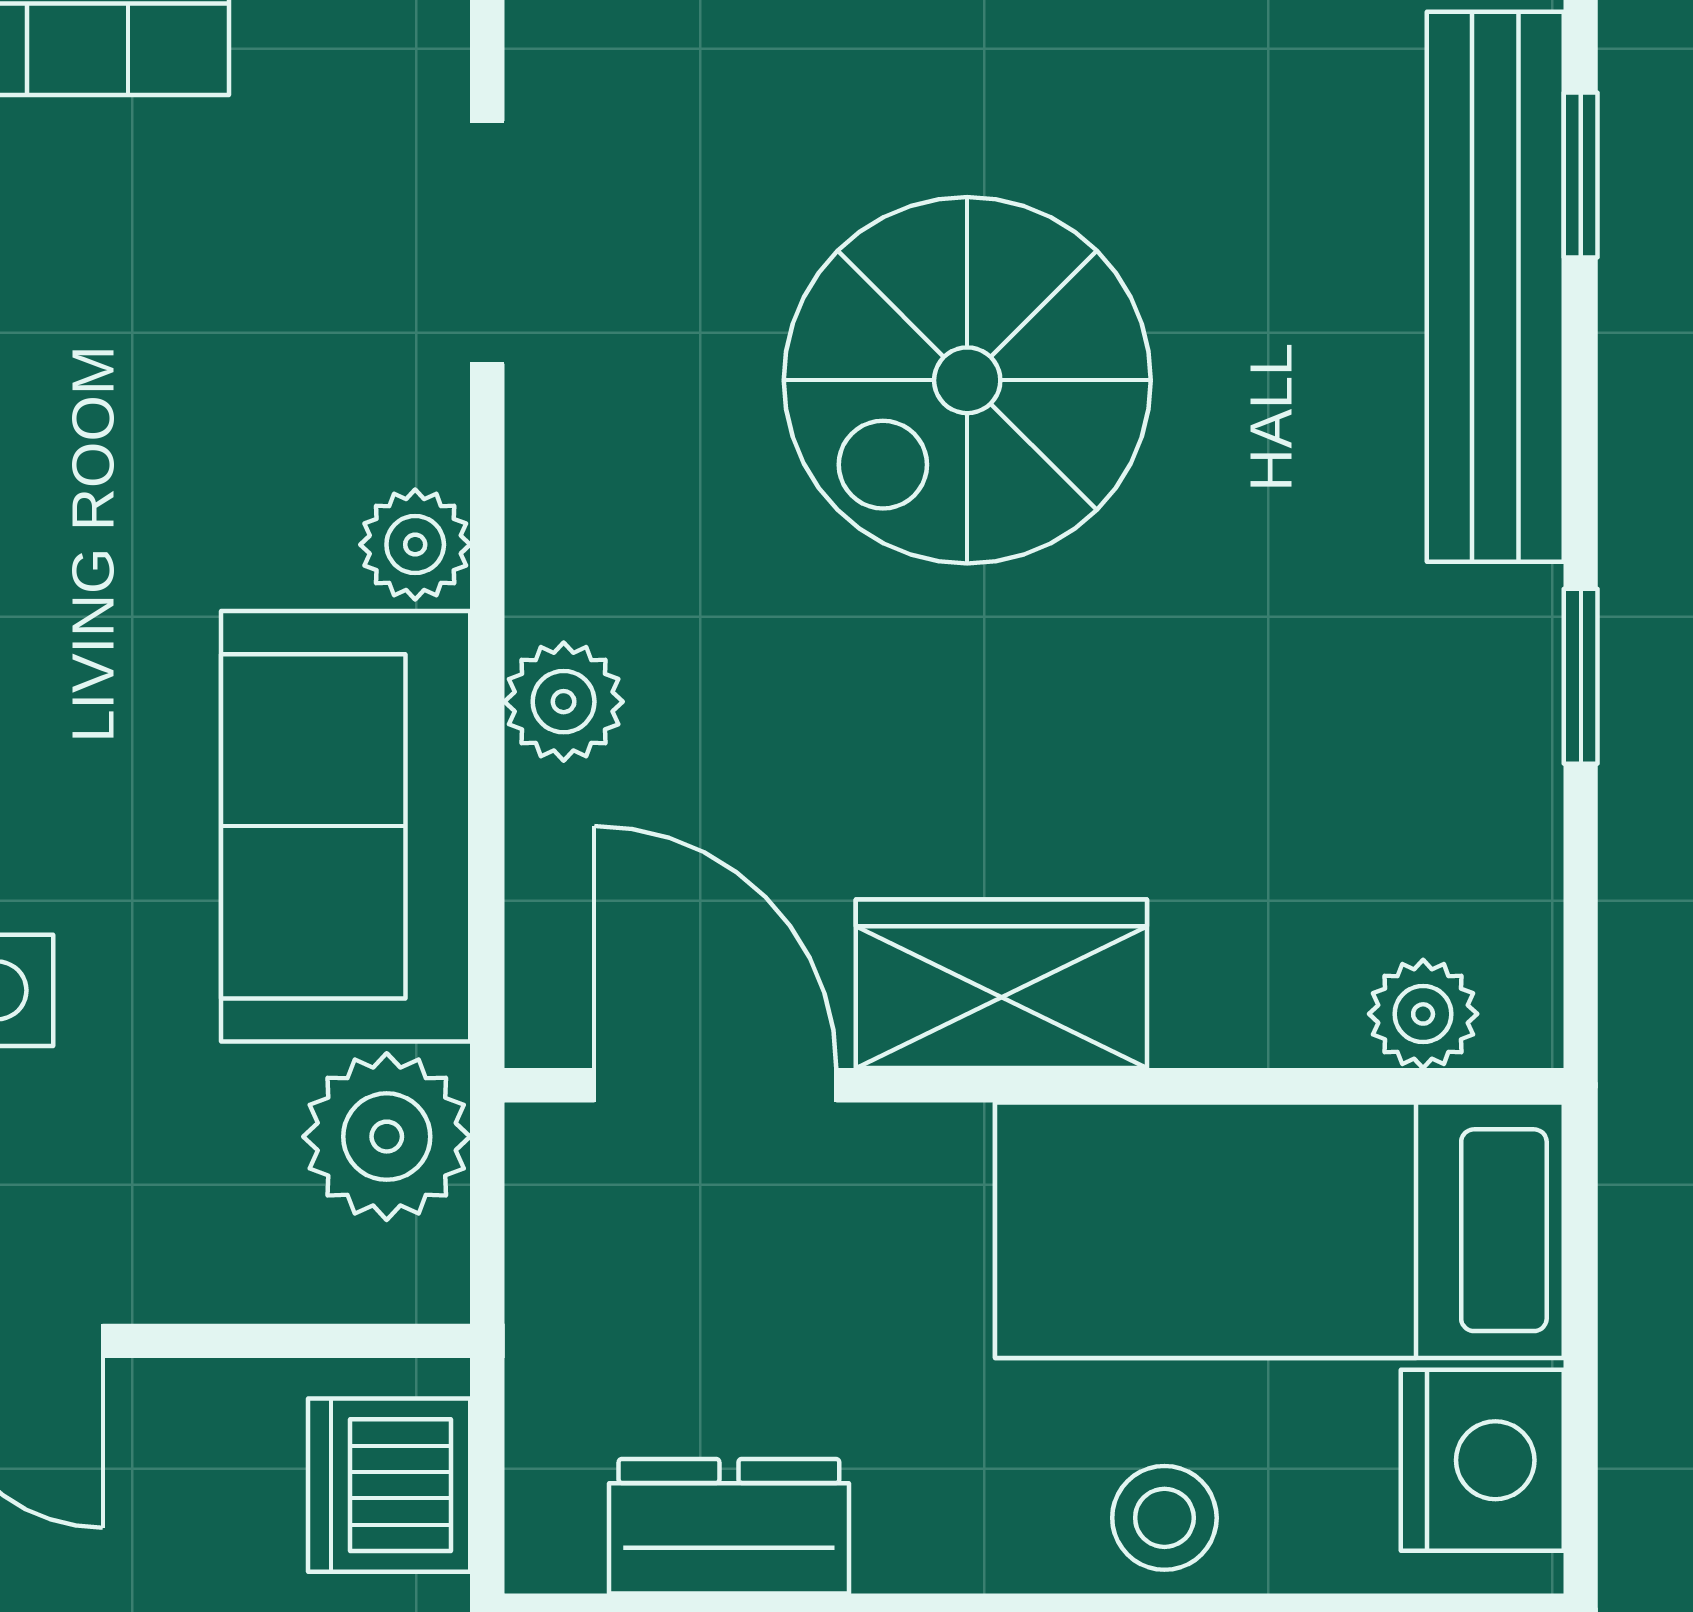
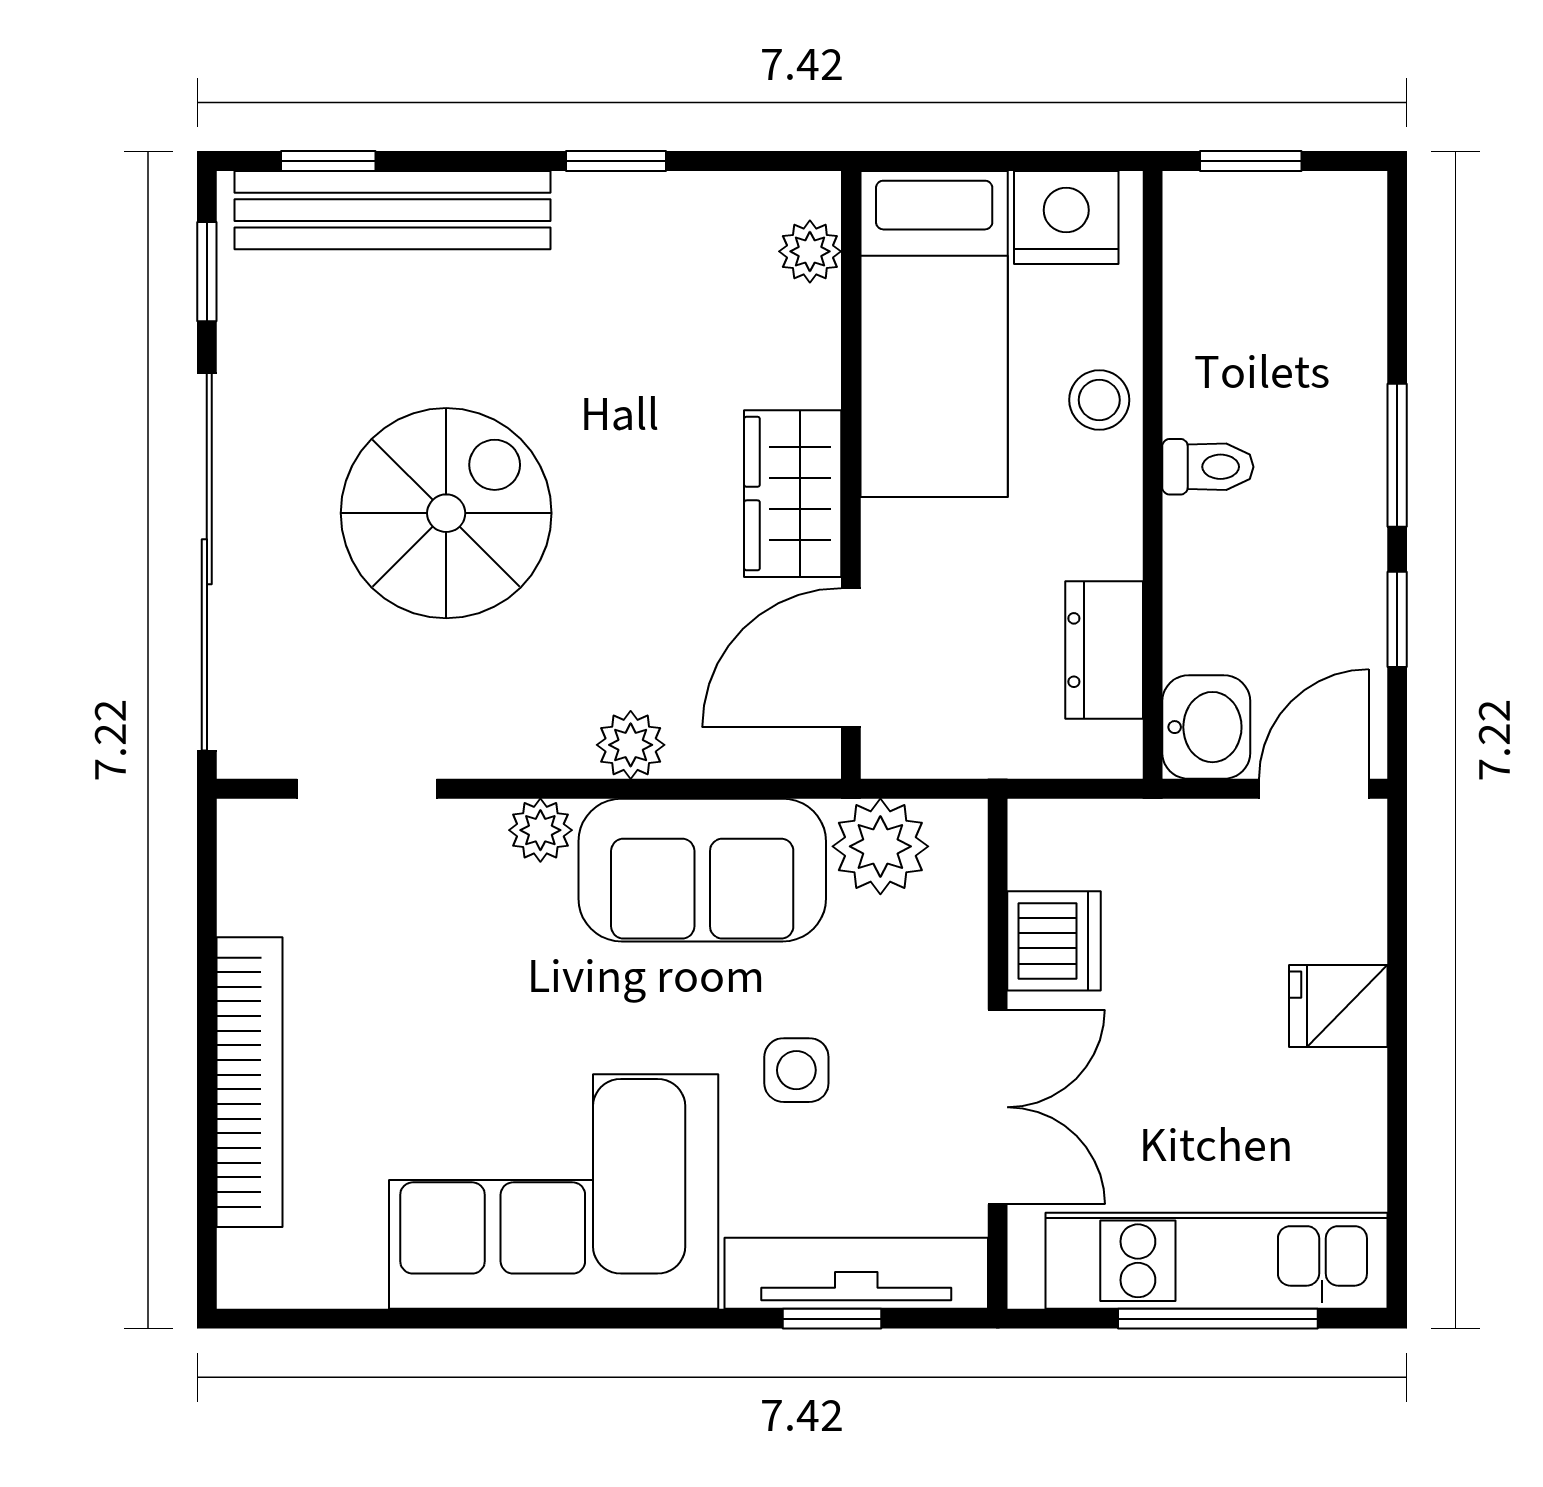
spiral stairs: (967, 380) -> (446, 513), turned -90
dishwasher: (389, 1485) -> (1054, 941), moved, turned -90

